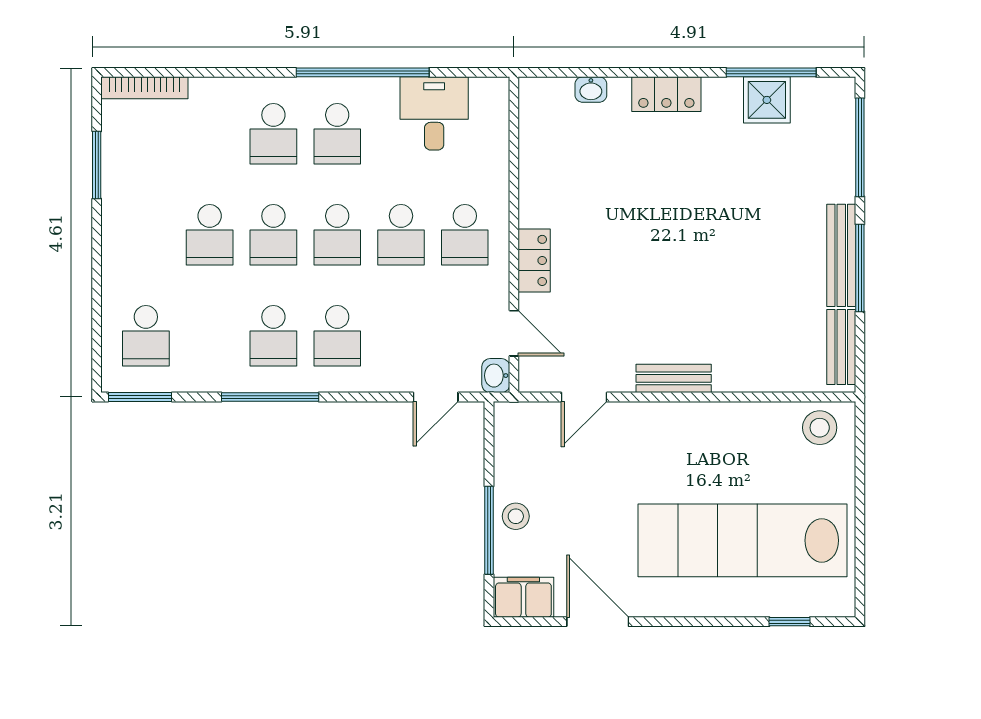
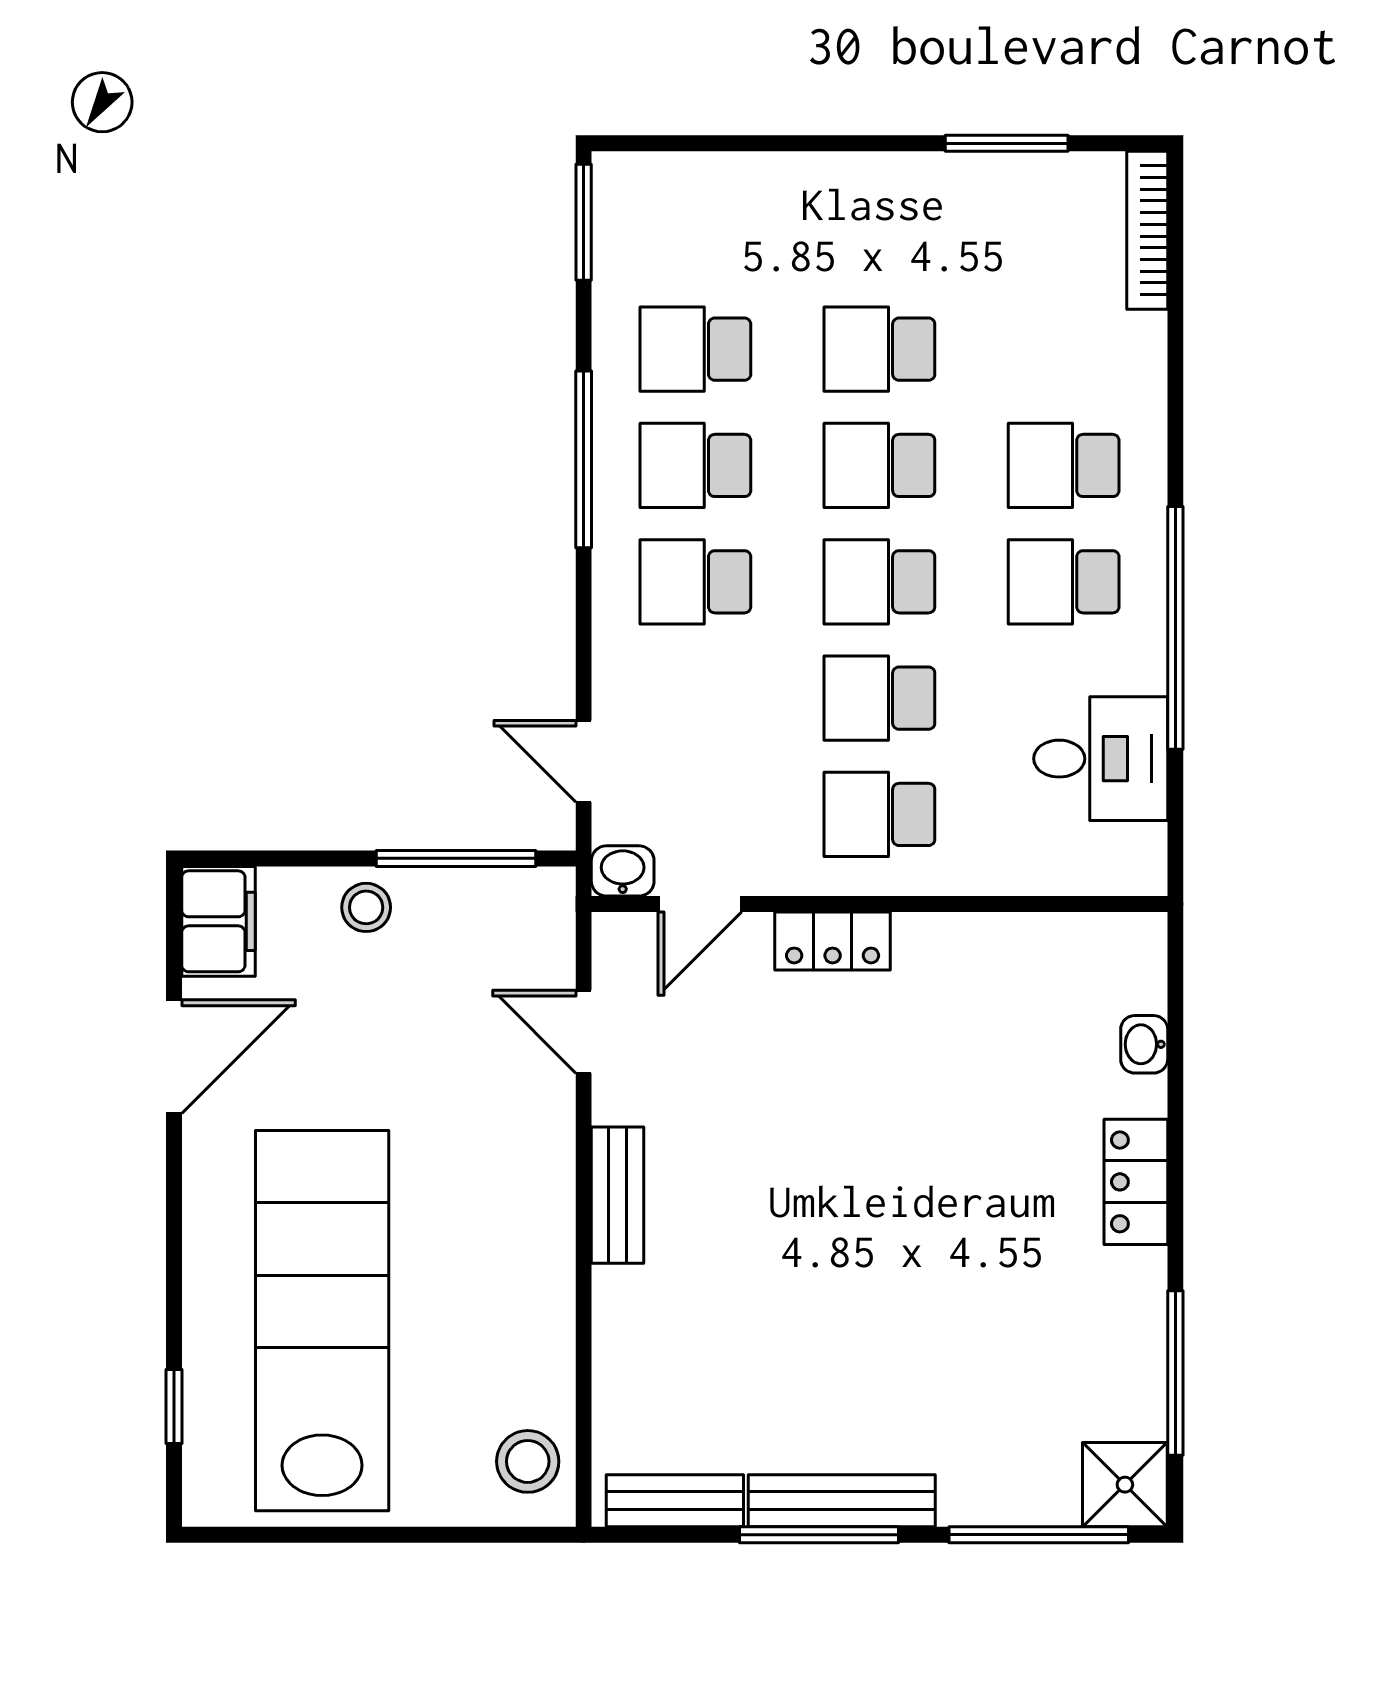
shower: (767, 100) -> (1125, 1485), moved
school desk: (146, 336) -> (695, 349), moved
window: (489, 530) -> (456, 858), moved

